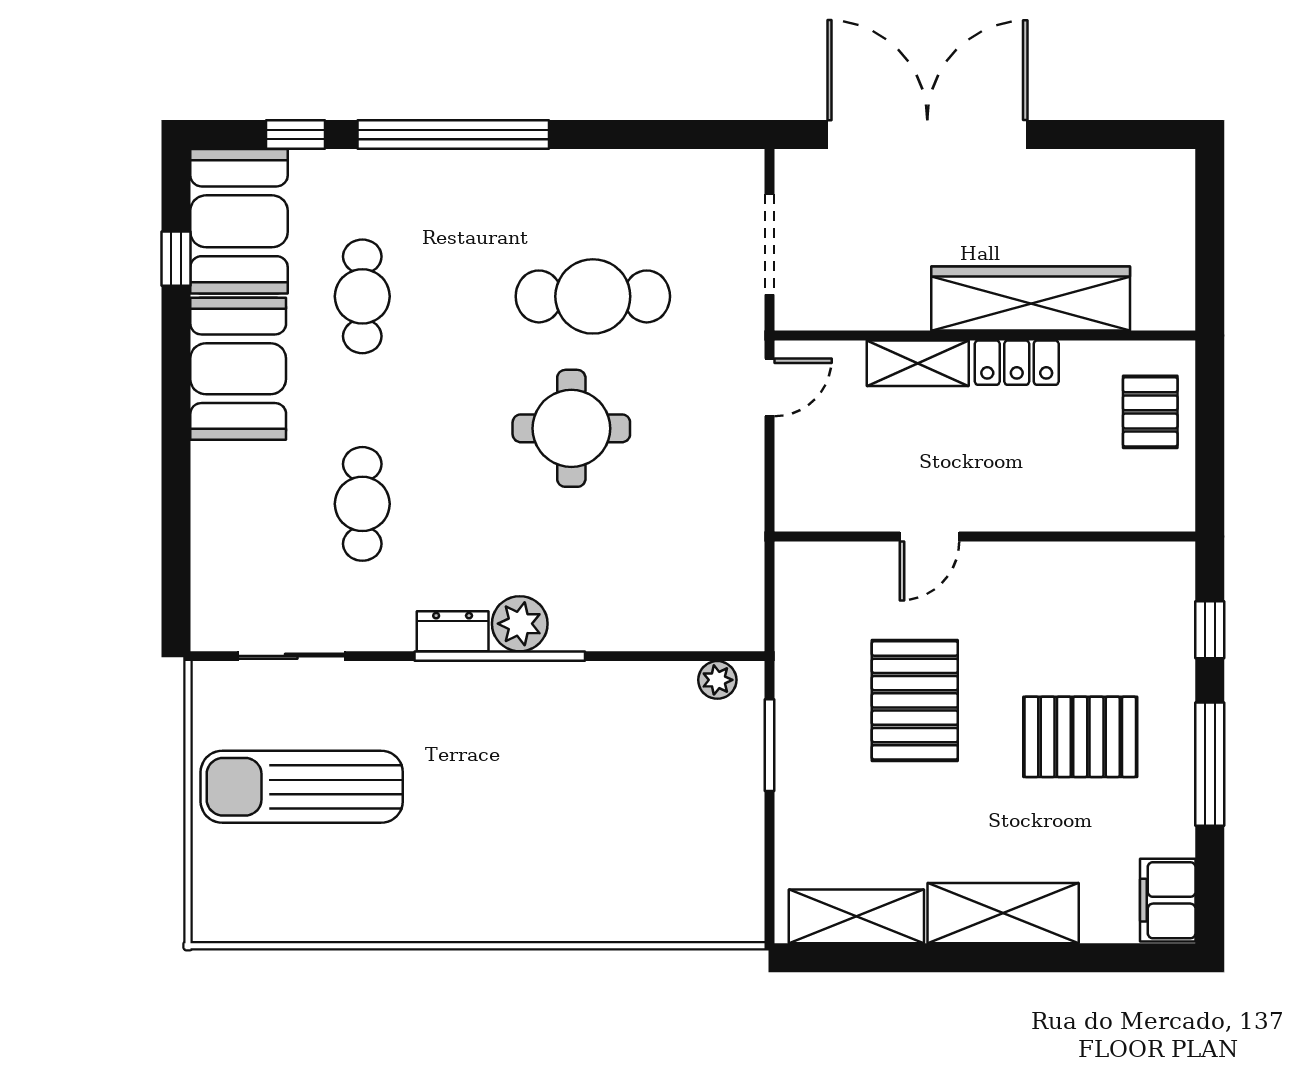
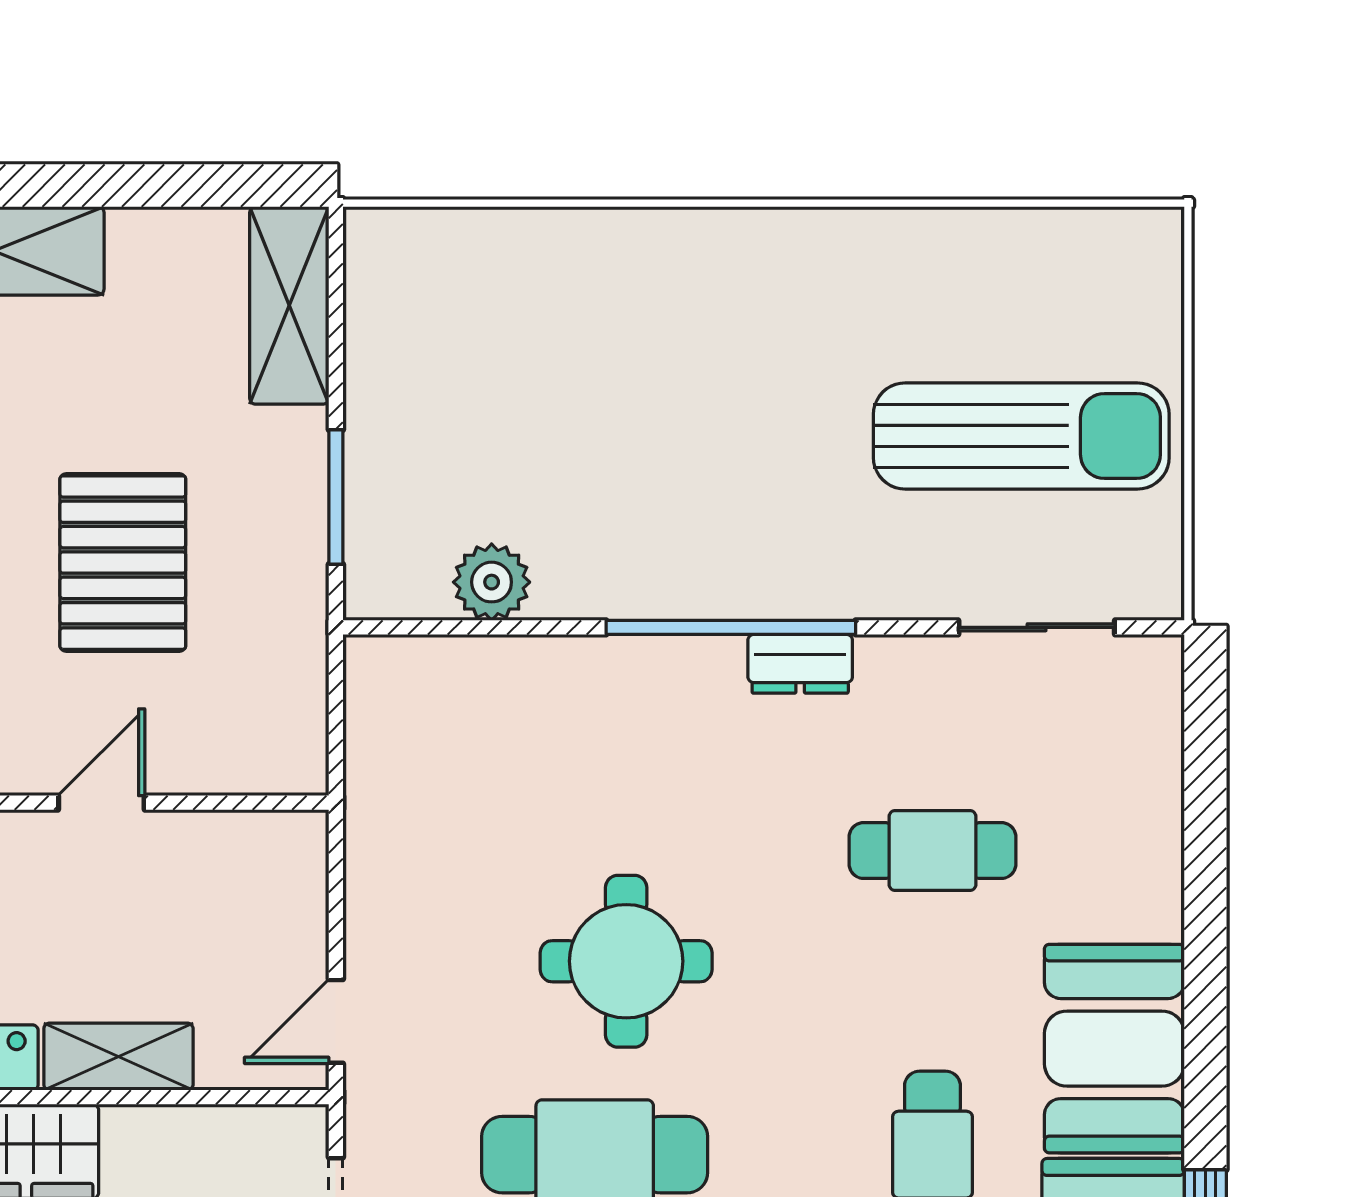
cafe table: (362, 504) -> (932, 851), turned 90
plant: (520, 624) -> (702, 675), removed
plant: (717, 680) -> (492, 582), moved, width x1.38, depth x1.38
shelving: (856, 916) -> (289, 305), moved, turned 90

